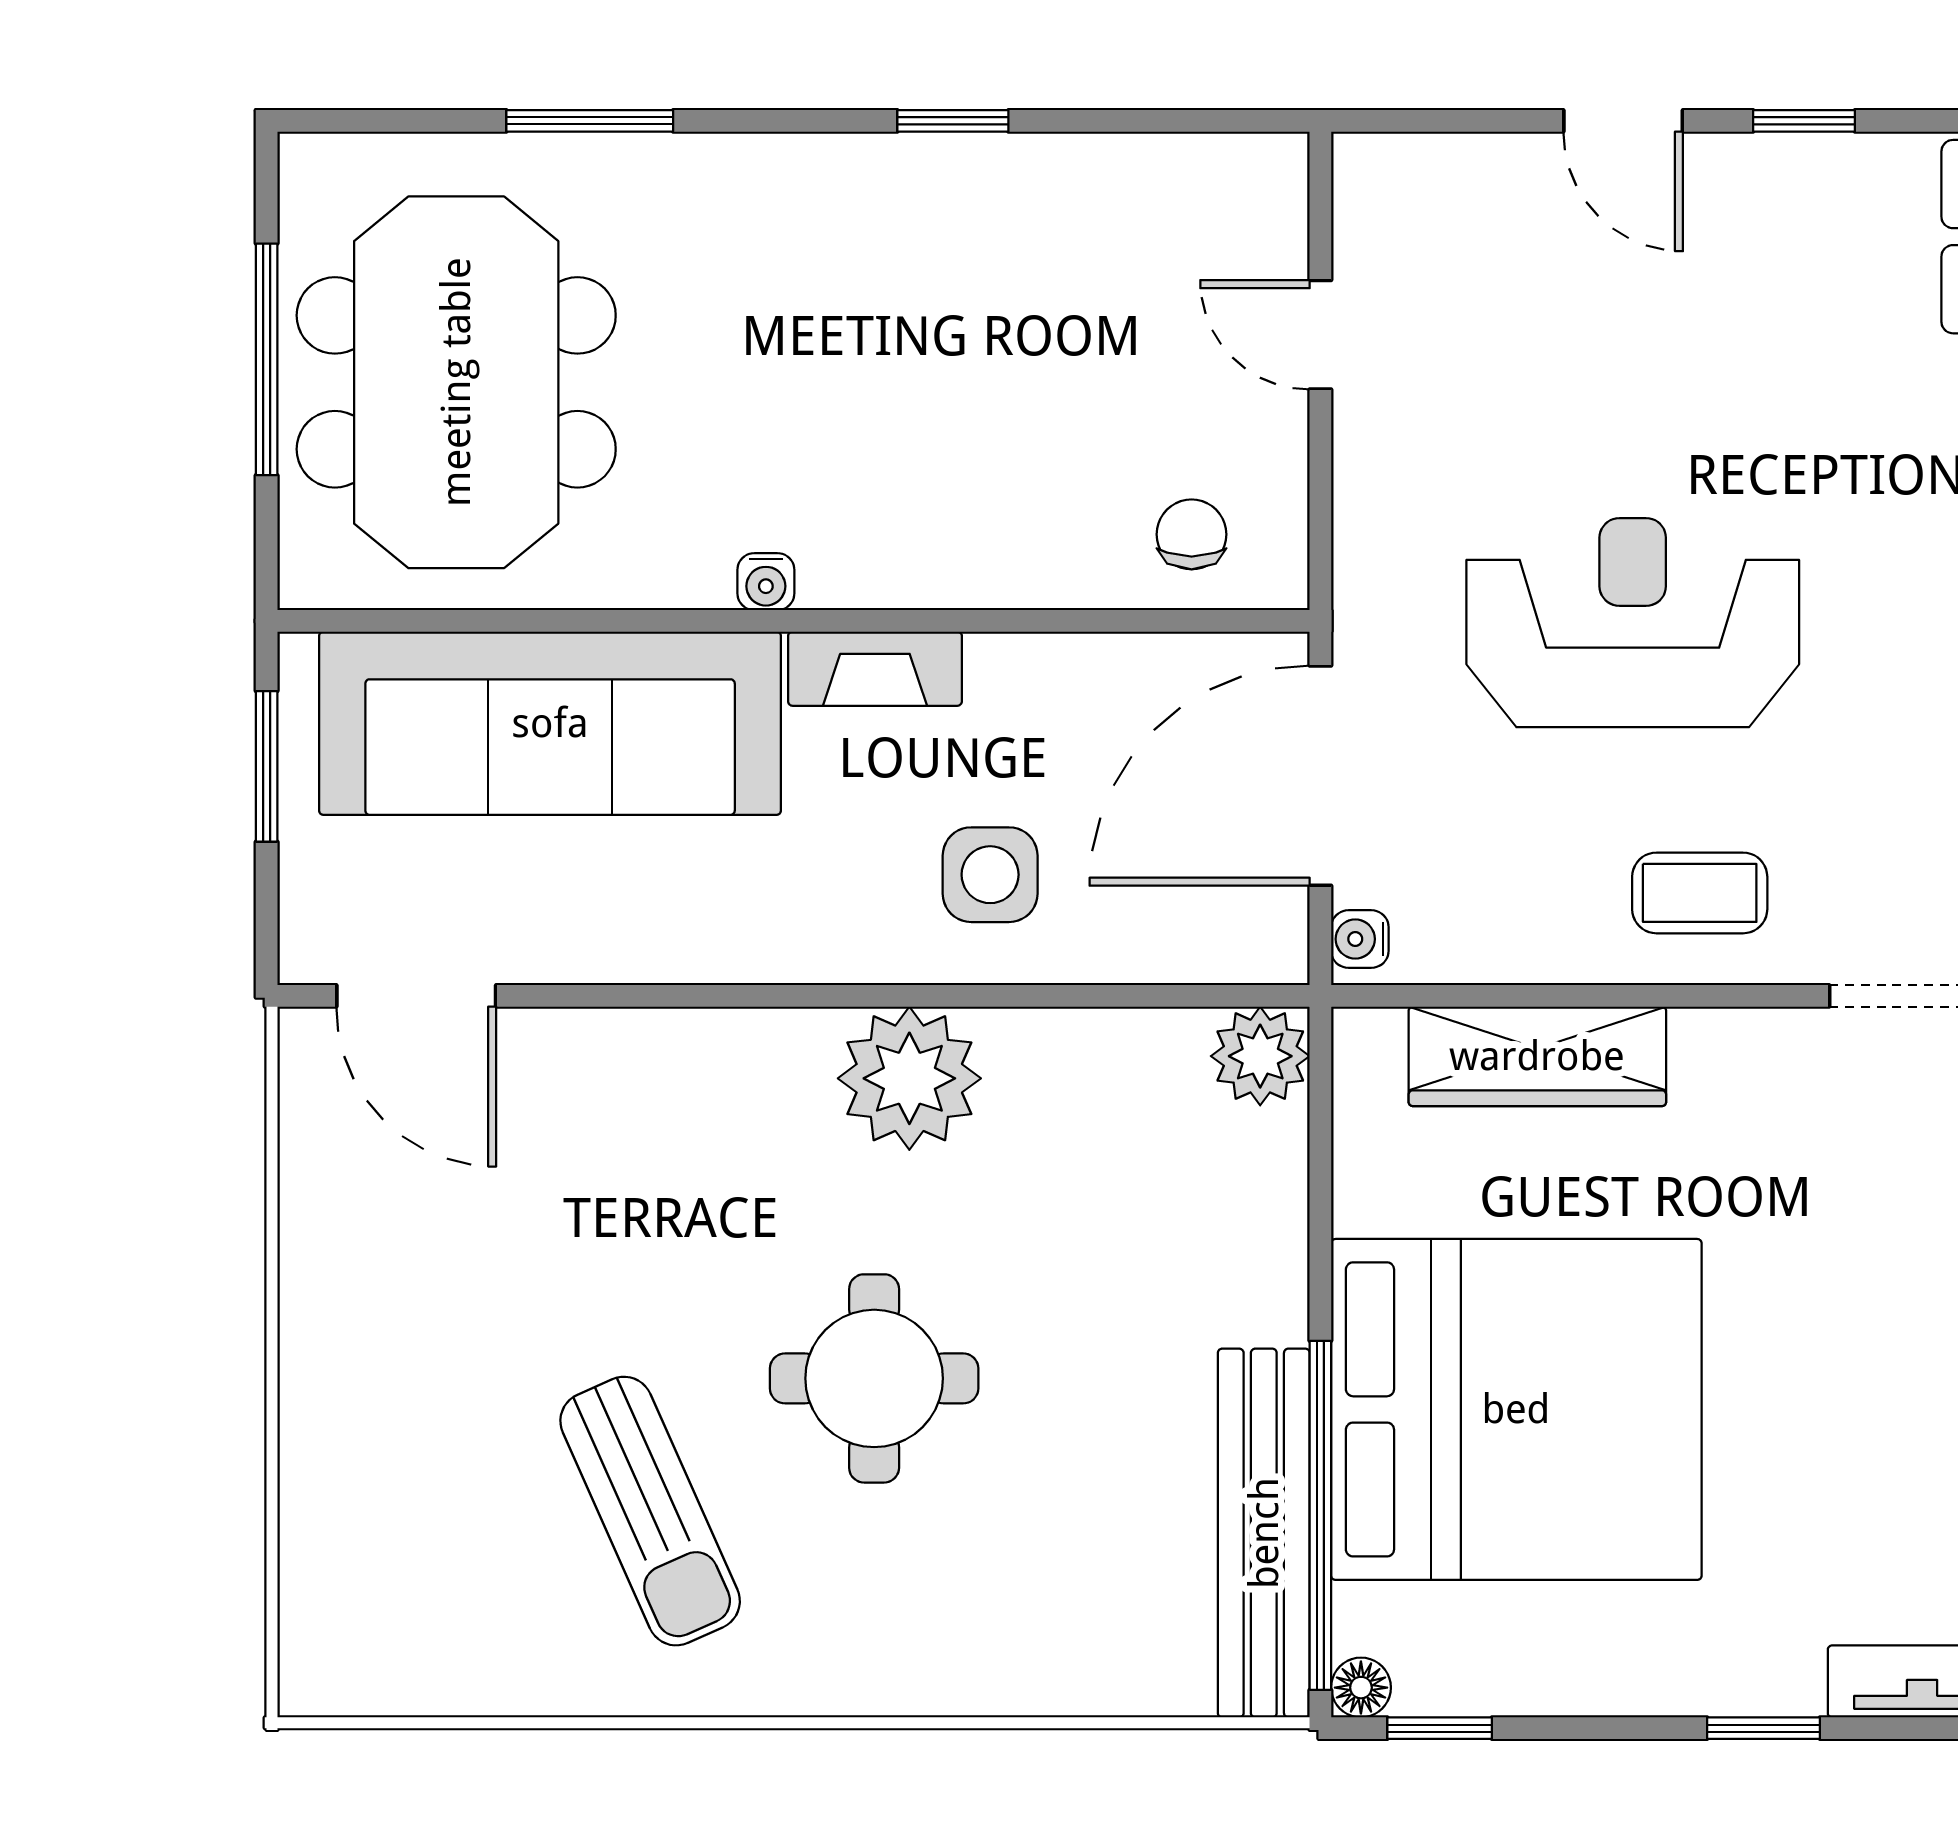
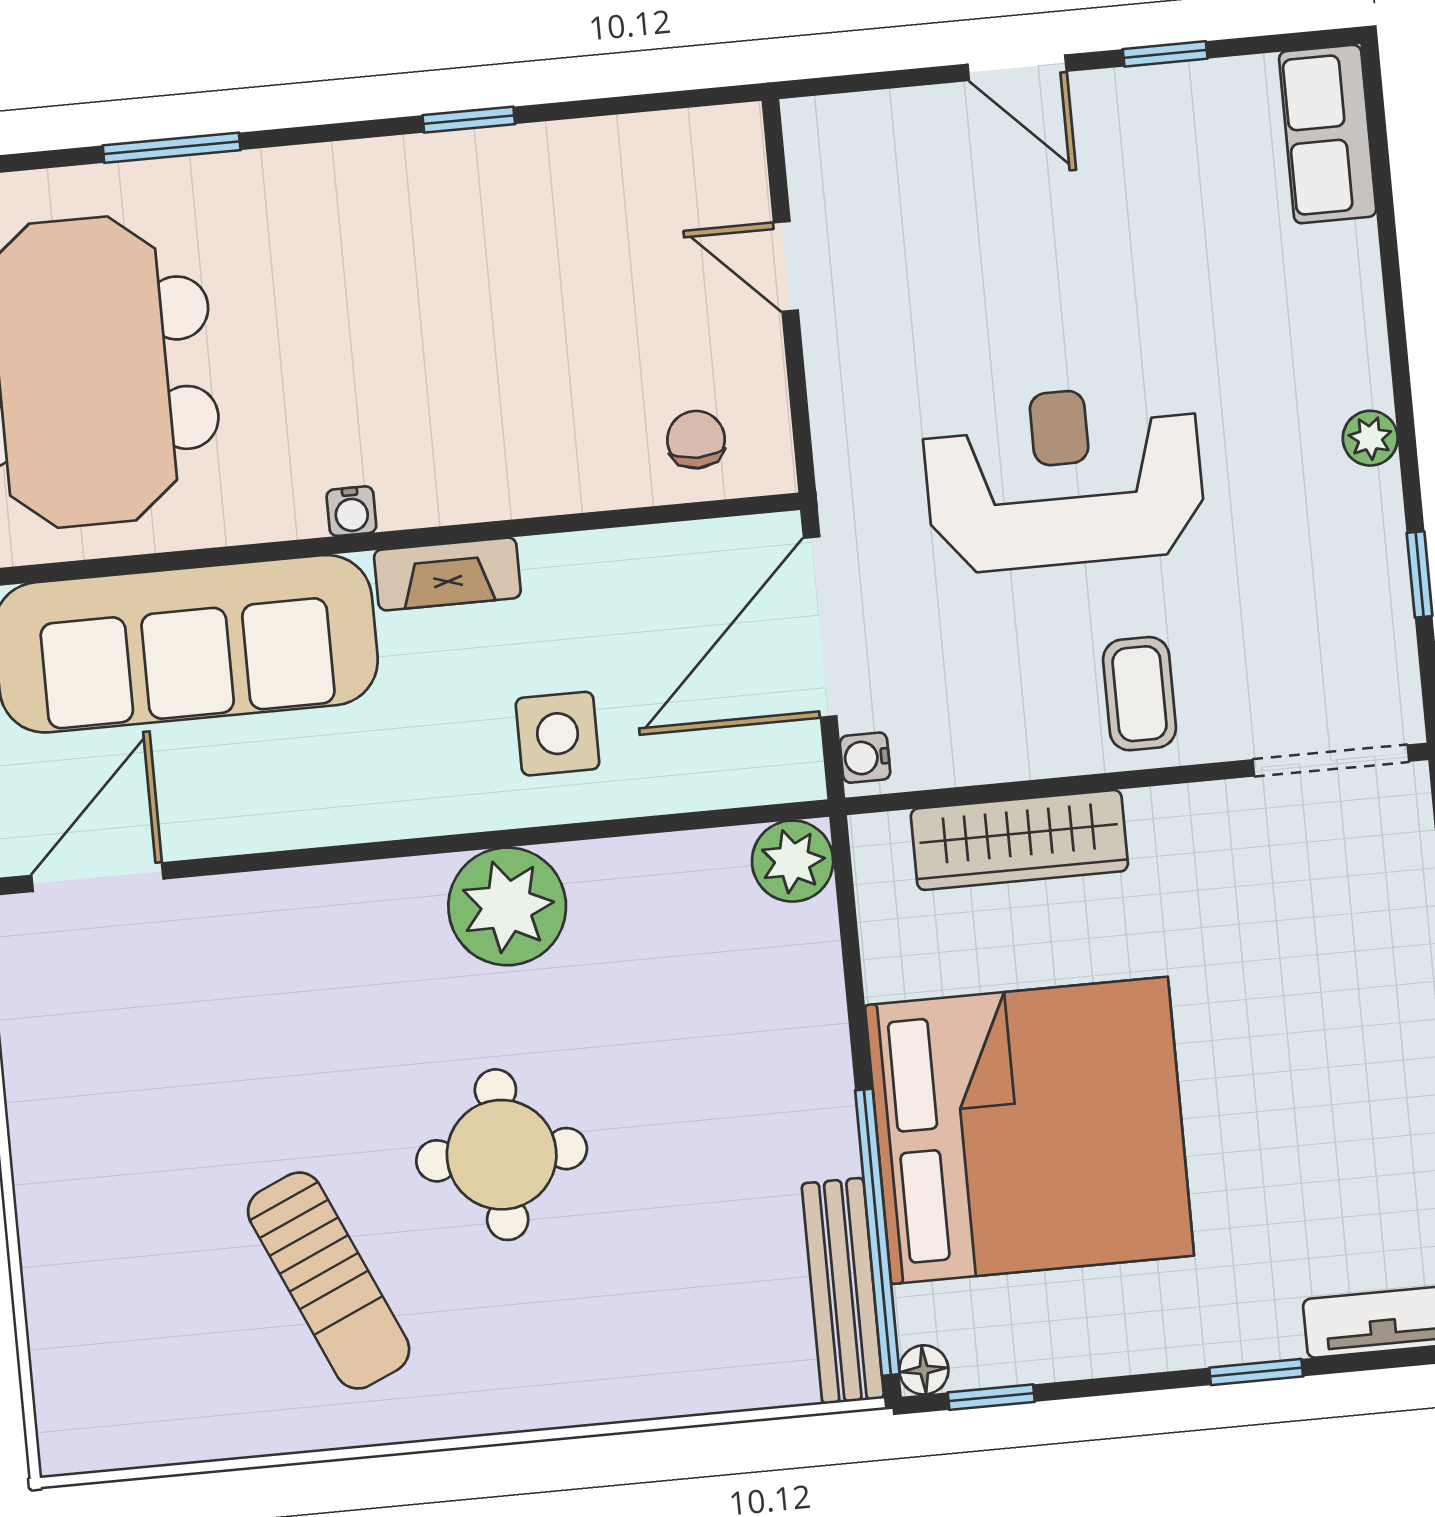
coffee table: (1700, 893) -> (1140, 694), turned 90
door: (416, 996) -> (97, 877), swing flipped
bench: (1264, 1533) -> (843, 1291), width x0.73, depth x0.82

